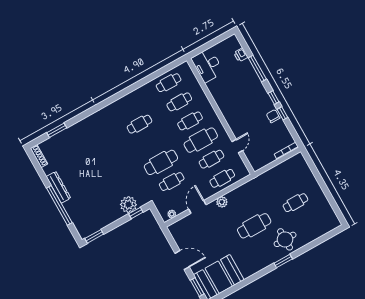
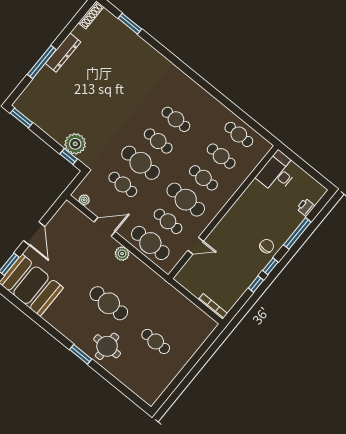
chair: (273, 116) -> (267, 246), moved
cafe table: (150, 143) -> (158, 141), added
cafe table: (222, 178) -> (150, 243), width x1.37, depth x1.35
window: (59, 205) -> (42, 62), width x0.68

